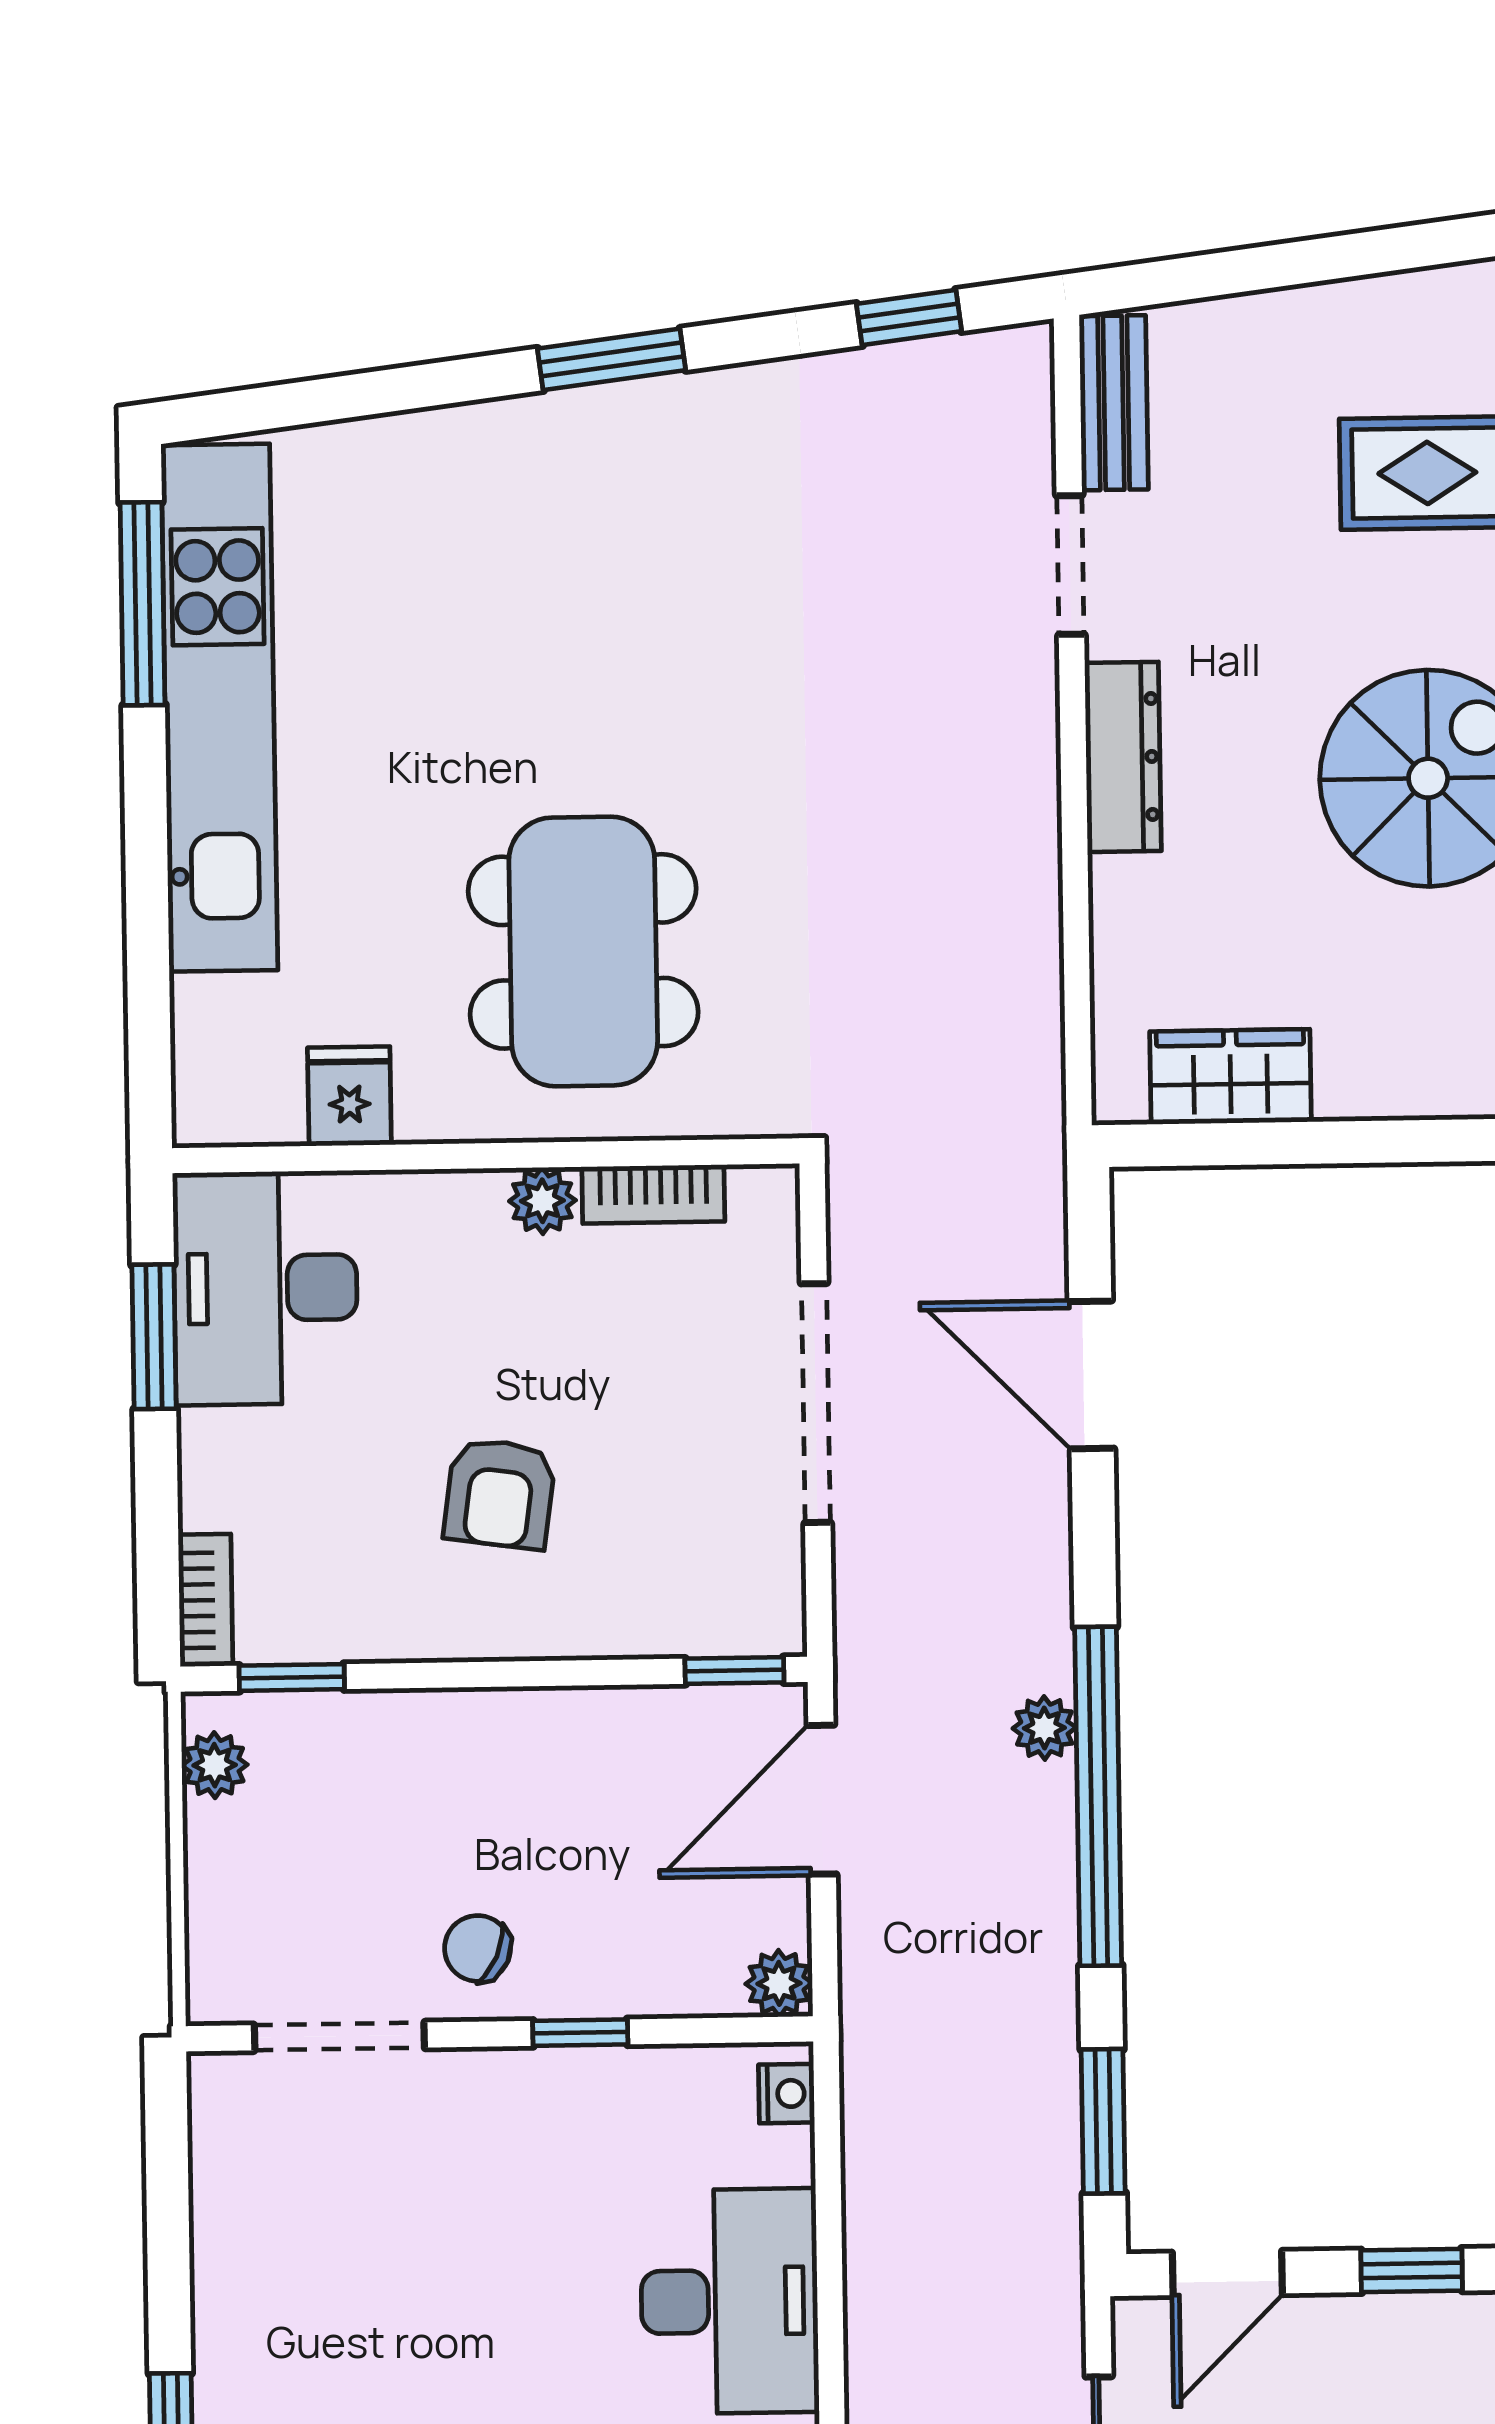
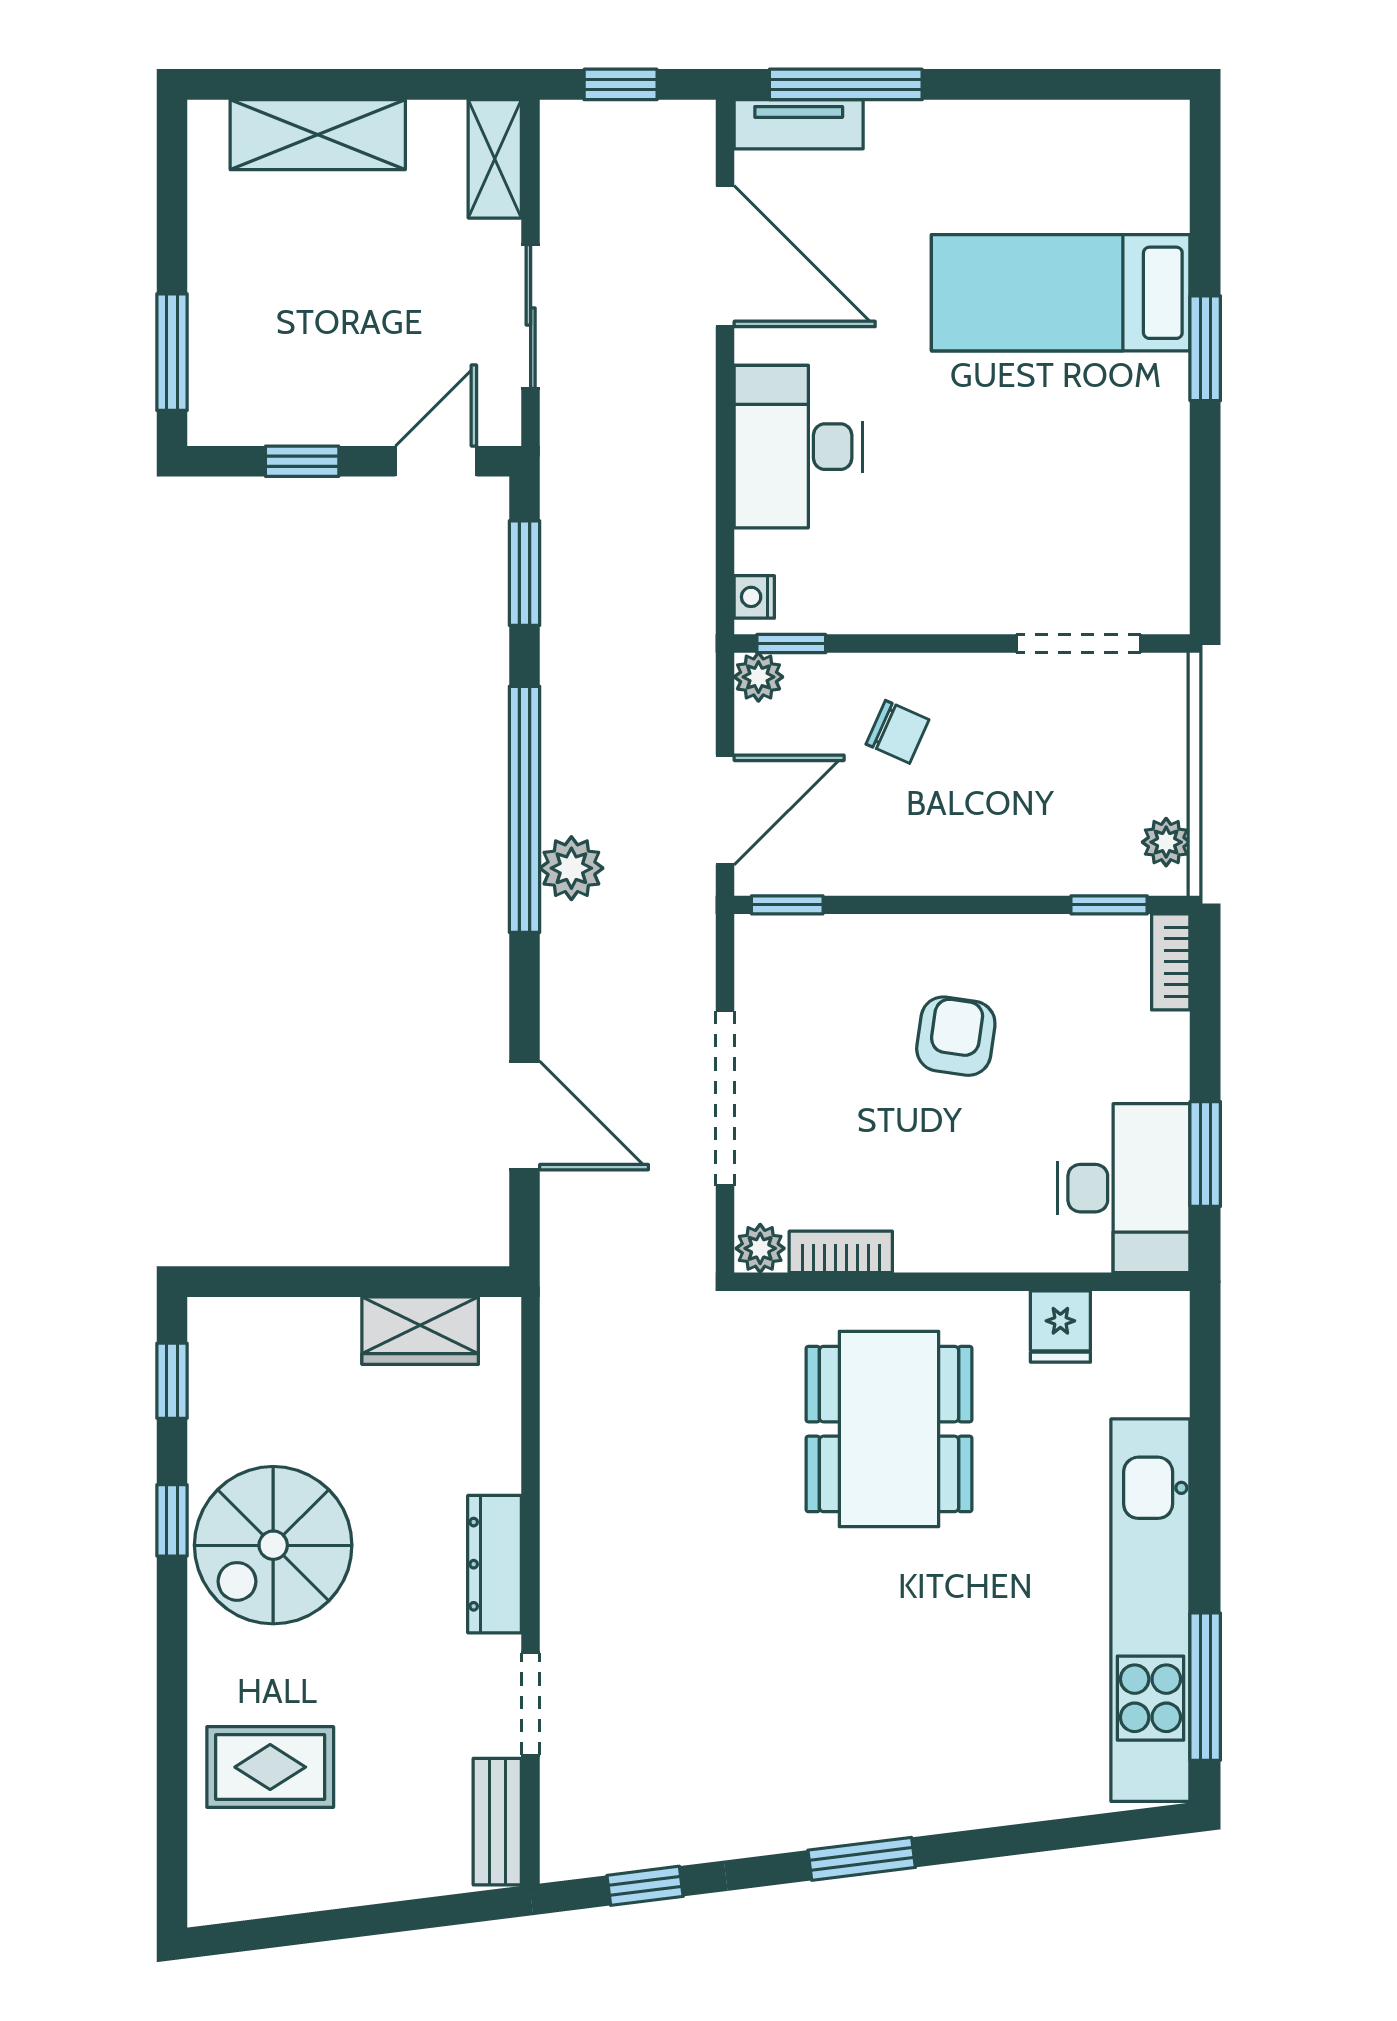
plant: (542, 1201) -> (760, 1248), moved
plant: (1044, 1728) -> (571, 868), width x1.38, depth x1.38
chair: (478, 1948) -> (897, 732), moved
window: (580, 2033) -> (791, 644), moved

